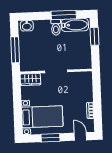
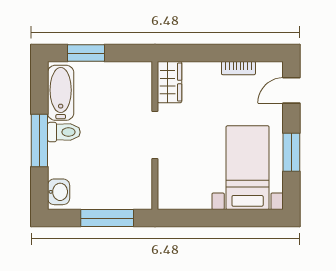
window: (64, 15) -> (39, 141), moved
wardrobe: (30, 79) -> (170, 82), moved

